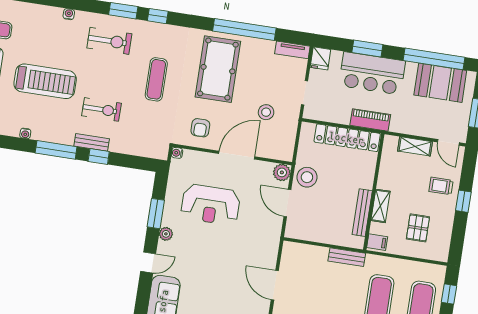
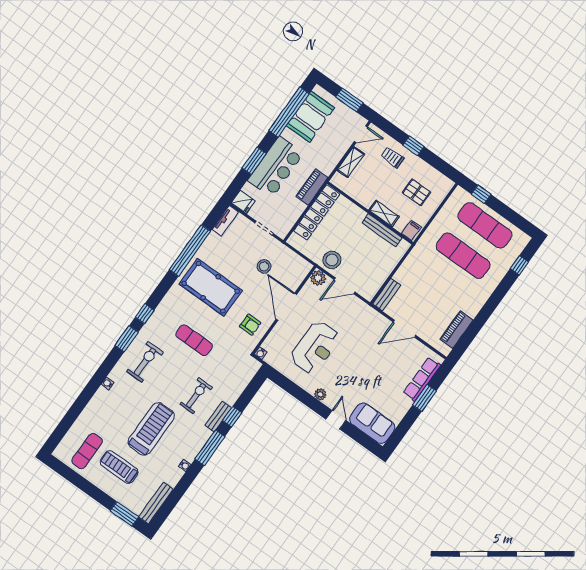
trolley: (441, 186) -> (392, 157), turned 90
window: (156, 214) -> (300, 394), removed
bench: (347, 257) -> (387, 295), moved

